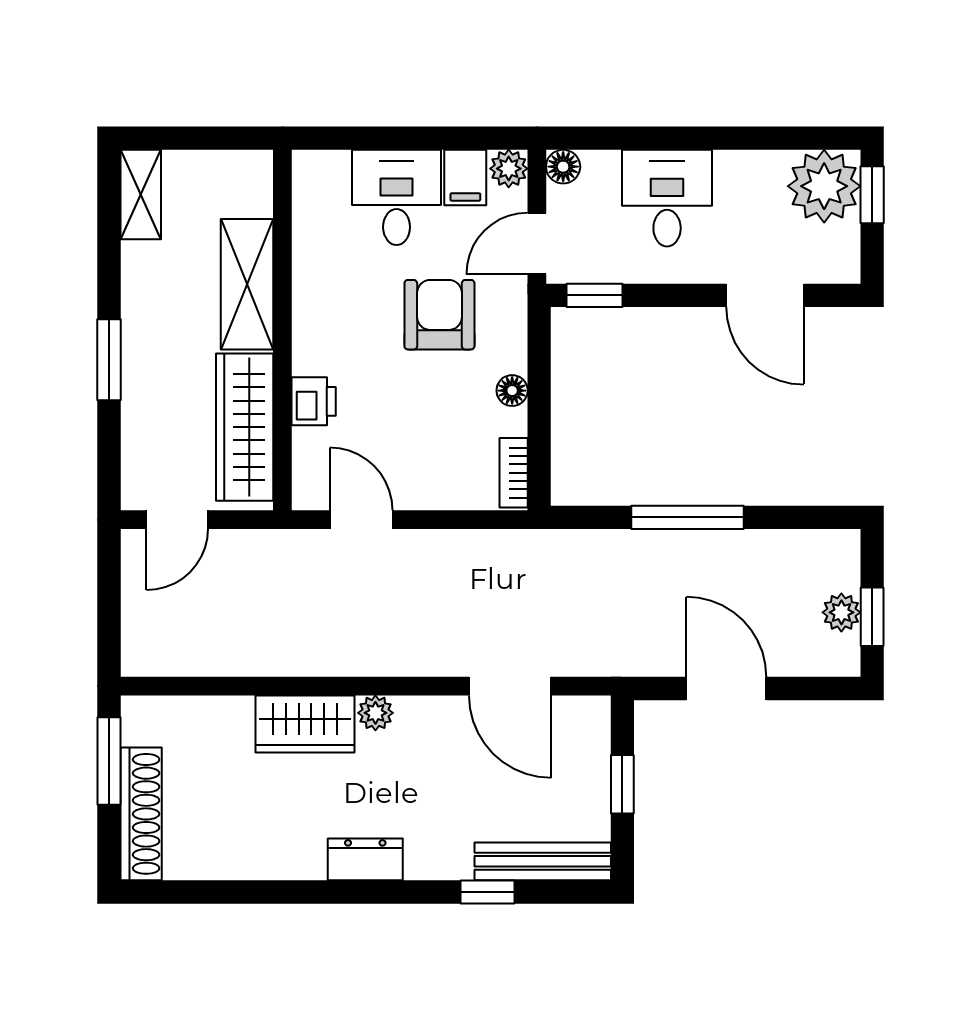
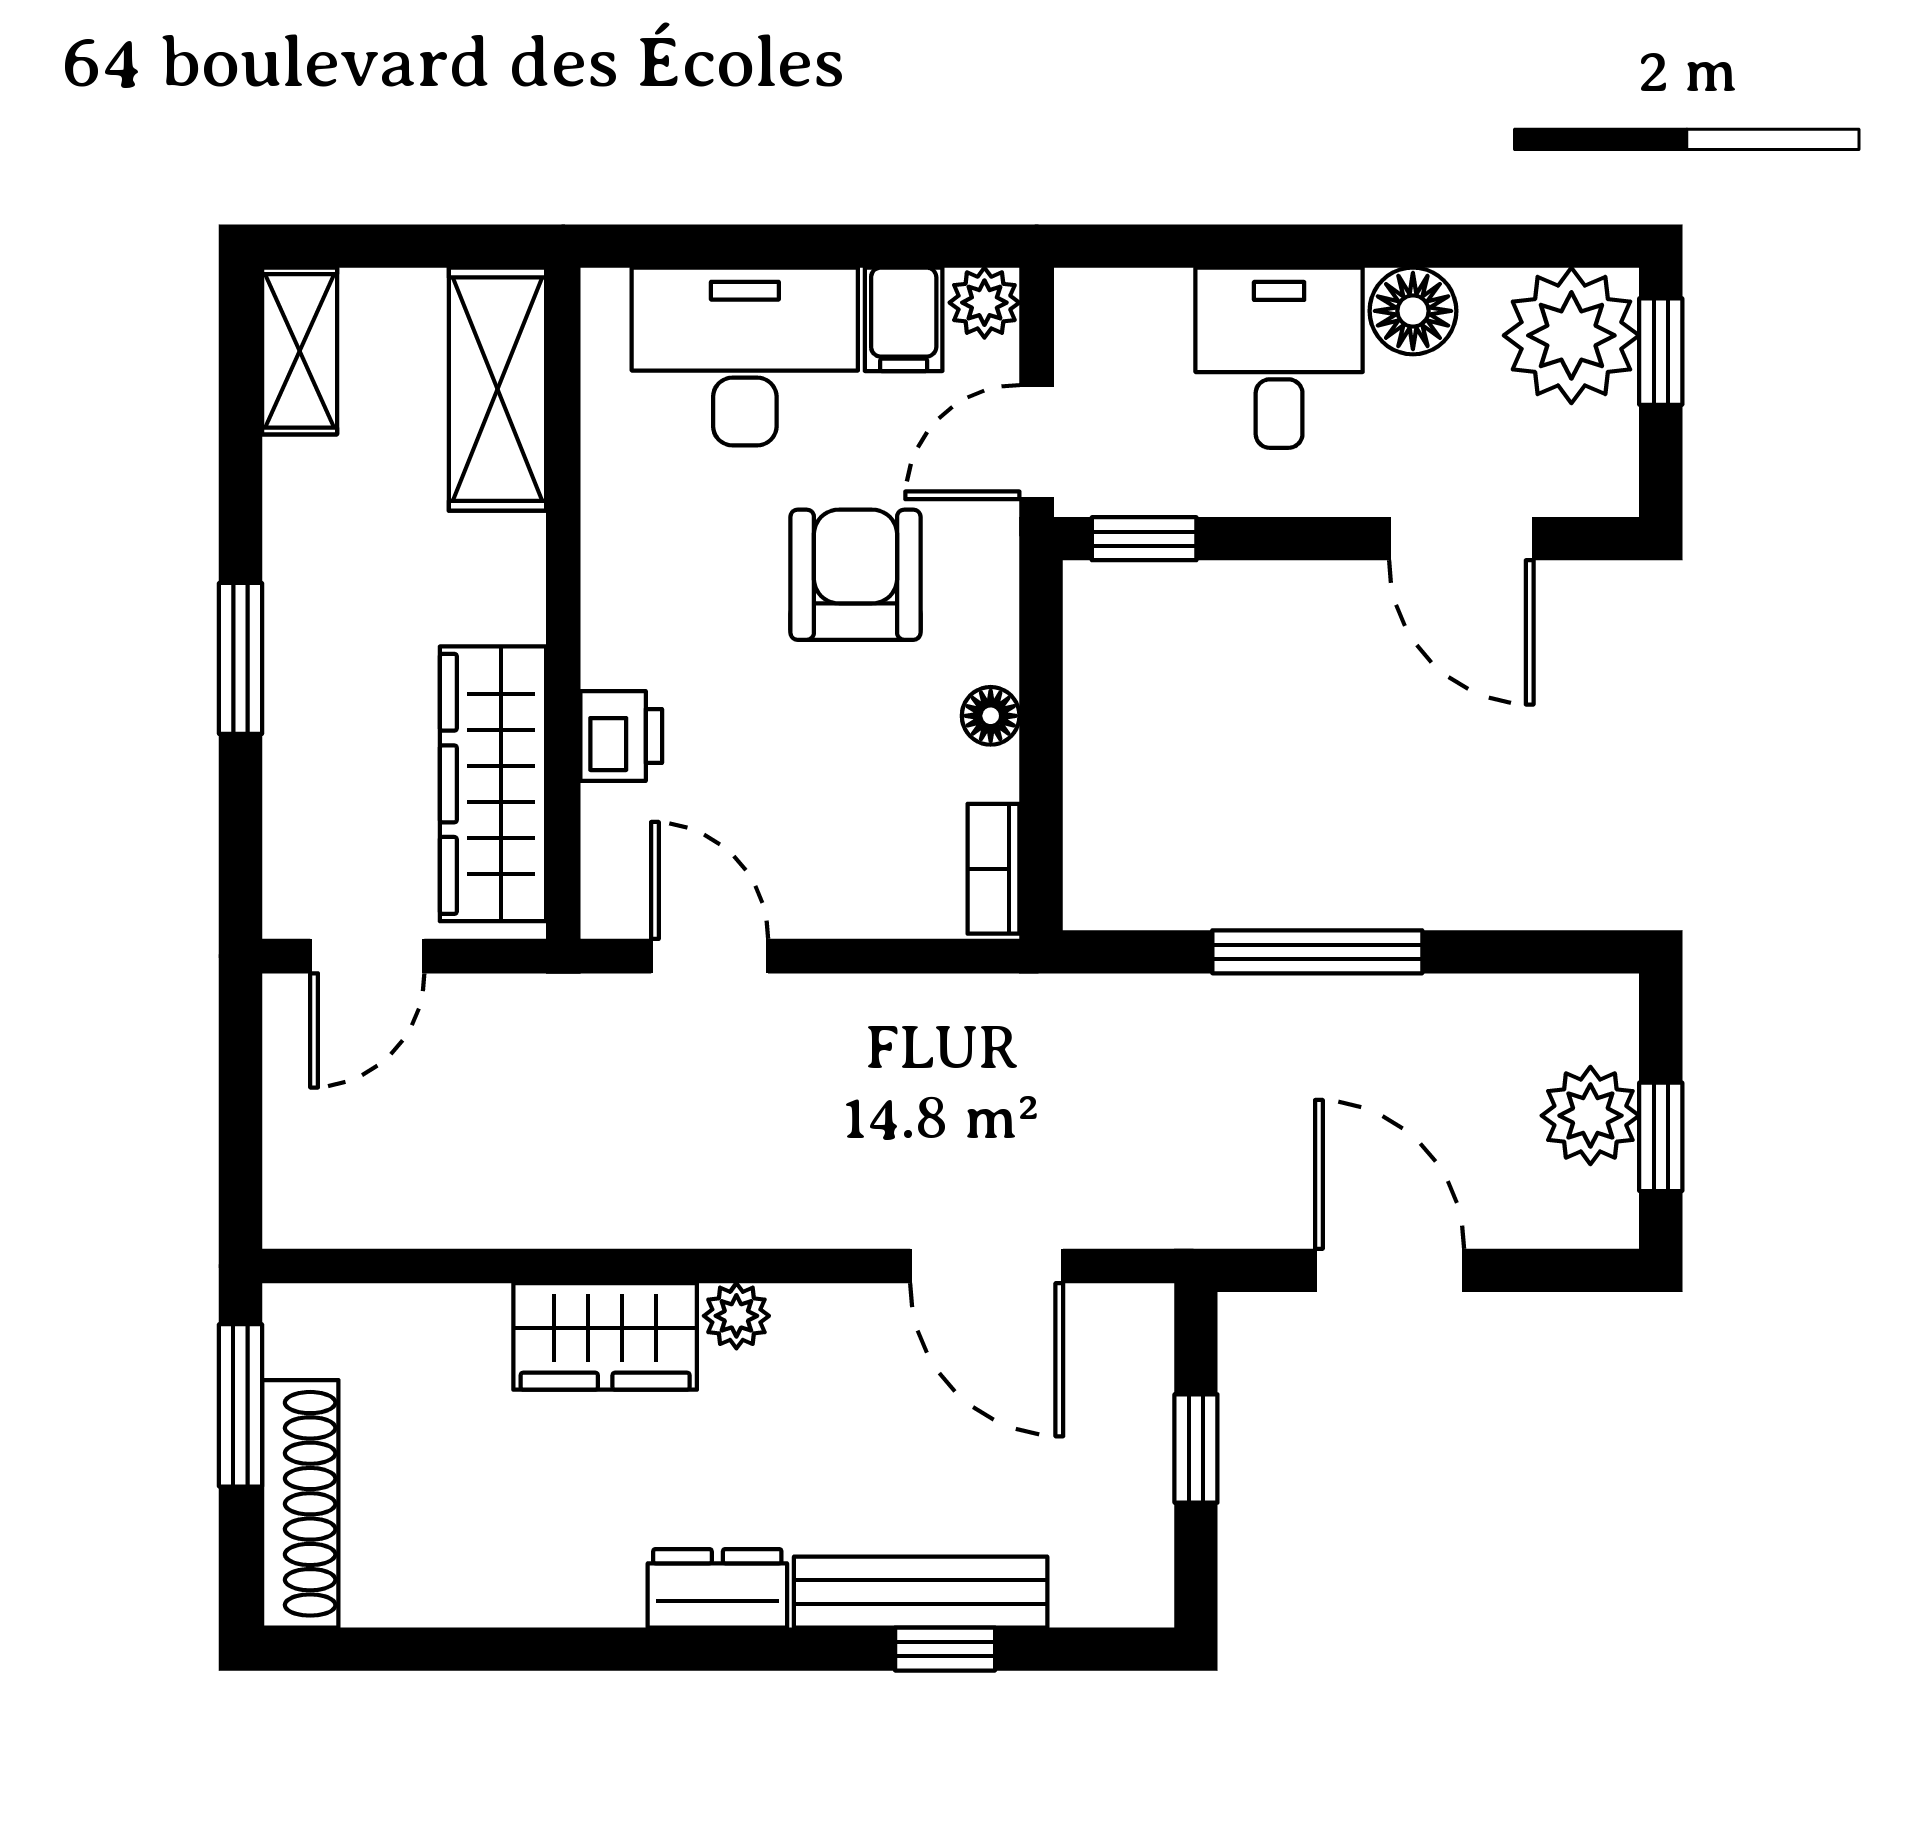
floor lamp: (563, 167) -> (1413, 311), moved, width x1.37, depth x1.37
desk: (397, 197) -> (745, 356), width x1.37
shelving: (247, 284) -> (497, 389), moved
plant: (841, 612) -> (1590, 1116), width x1.38, depth x1.38
bench: (543, 861) -> (921, 1592), moved

